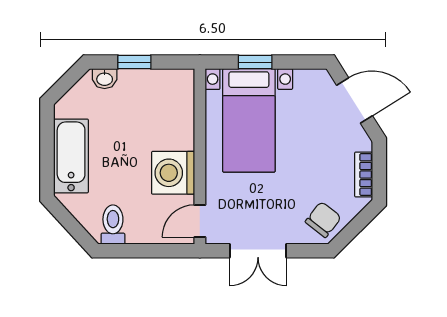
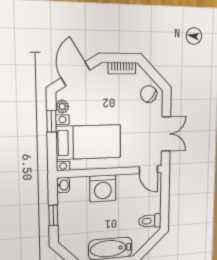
window: (255, 62) -> (51, 121), moved
washbasin: (105, 79) -> (63, 185), moved
plant: (305, 79) -> (62, 107), added
washing machine: (173, 173) -> (103, 188), moved

